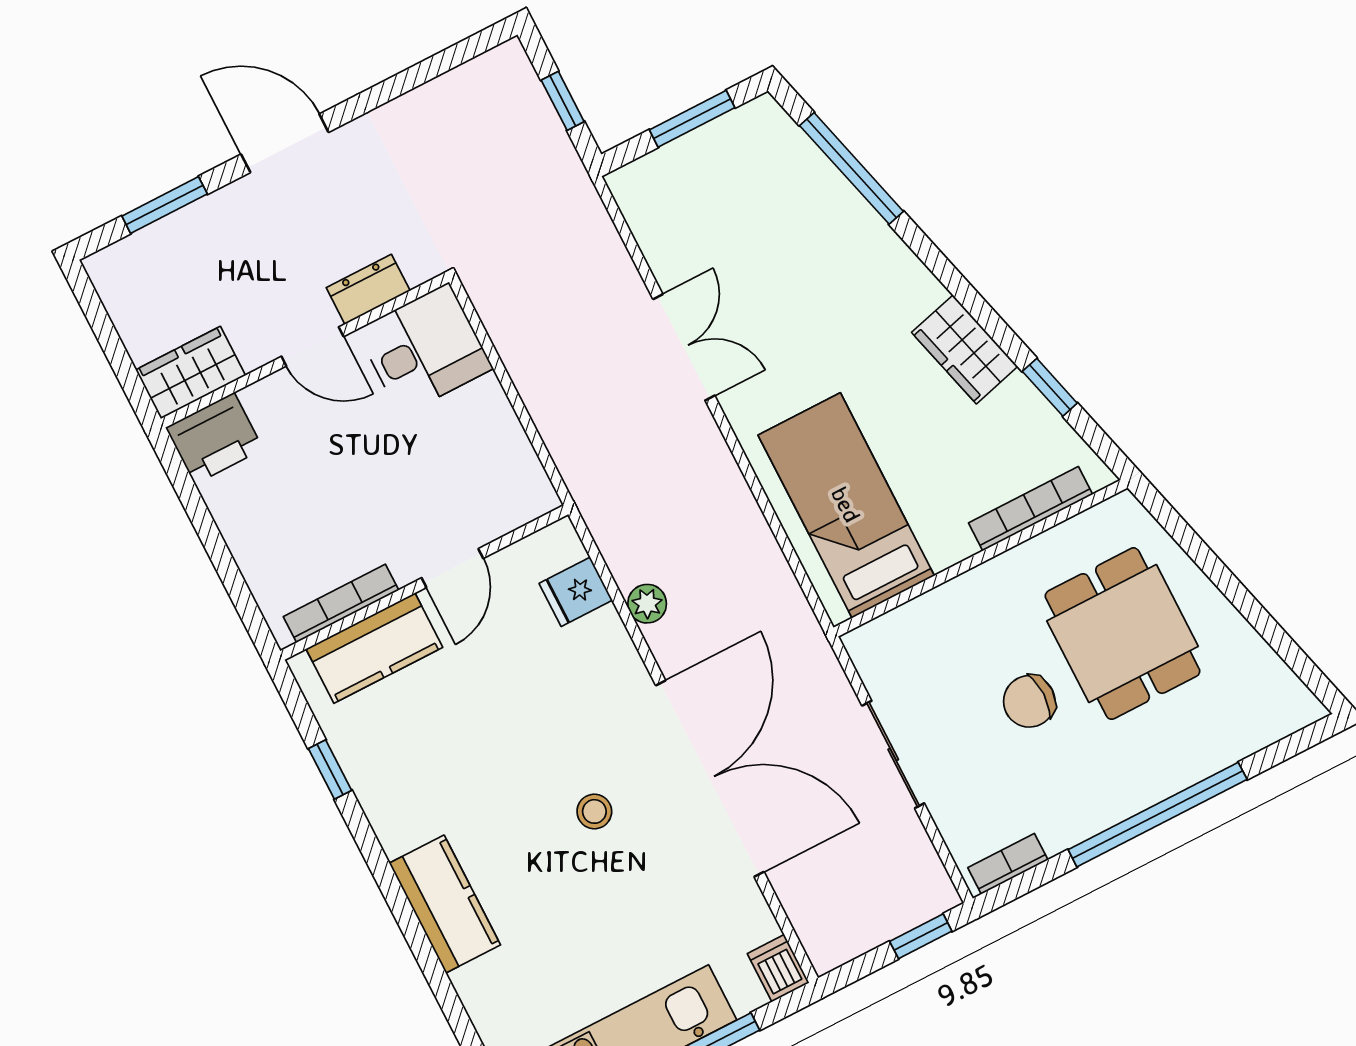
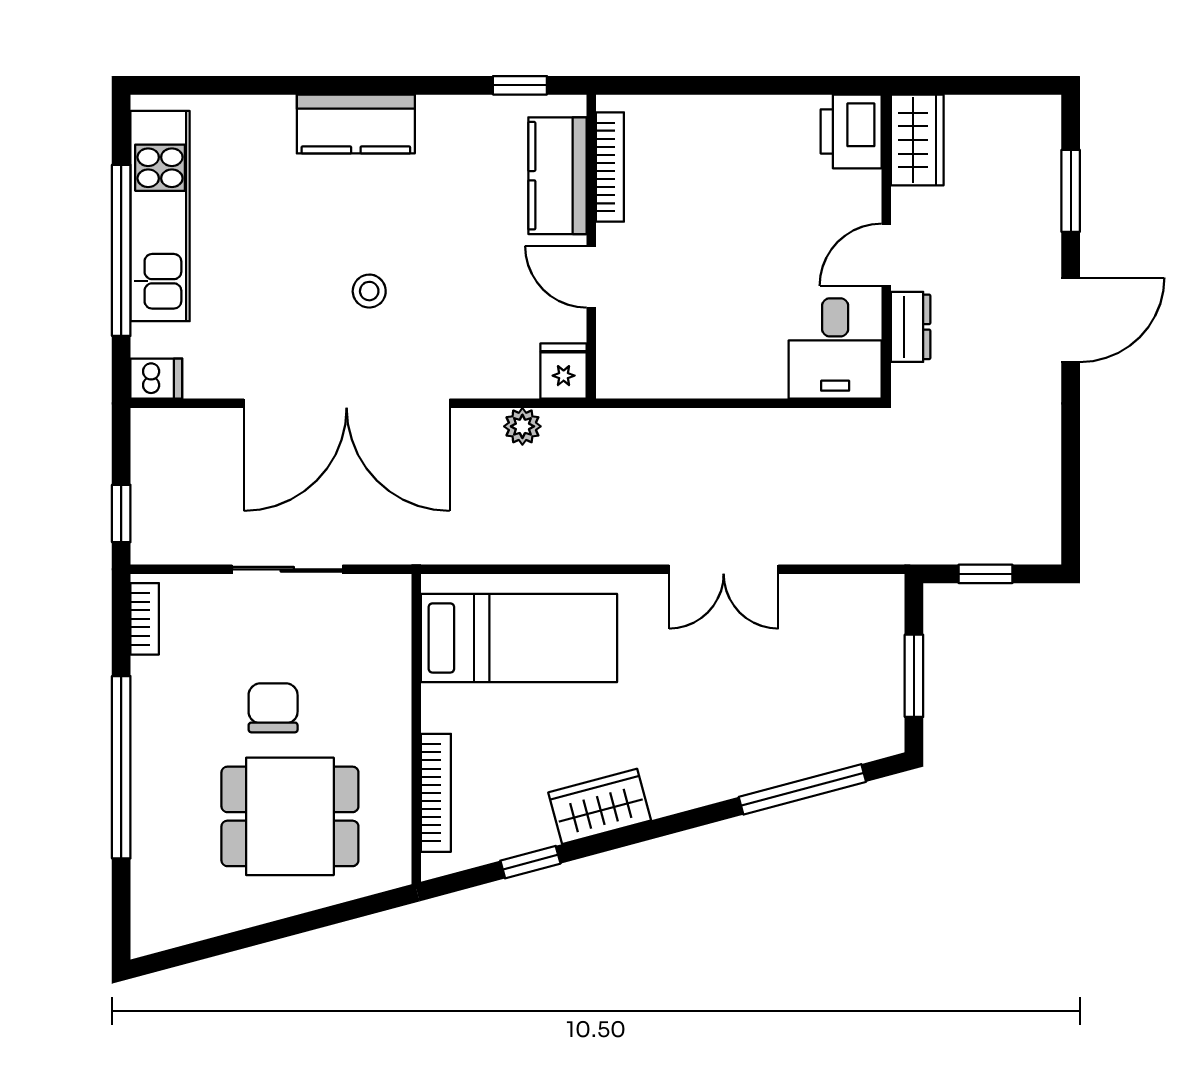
door: (452, 568) -> (591, 277), moved
wall: (424, 583) -> (591, 247), moved
bookcase: (341, 603) -> (610, 167), moved
kitchen counter: (374, 648) -> (557, 176), moved

